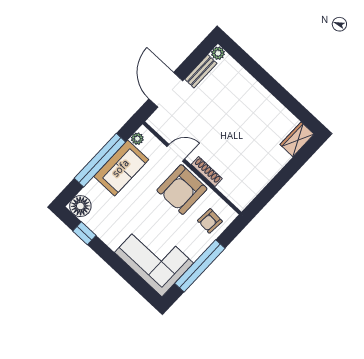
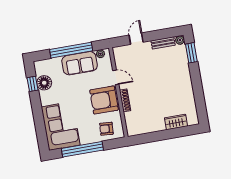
window: (242, 58) -> (191, 53), added
door: (166, 90) -> (136, 39), width x0.53
wardrobe: (297, 139) -> (176, 122), moved
floor lamp: (80, 206) -> (44, 83), moved

